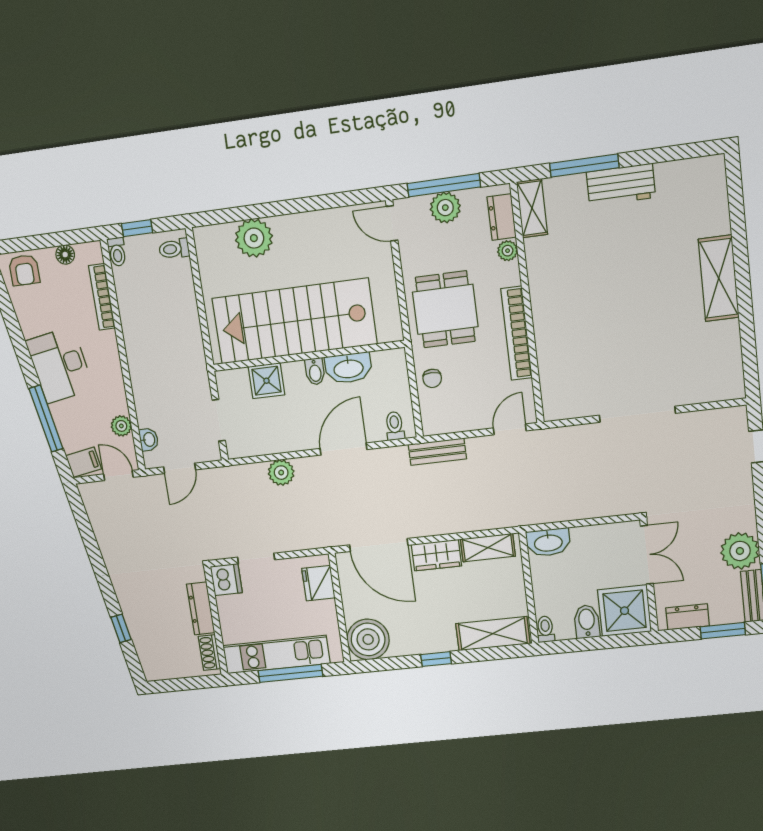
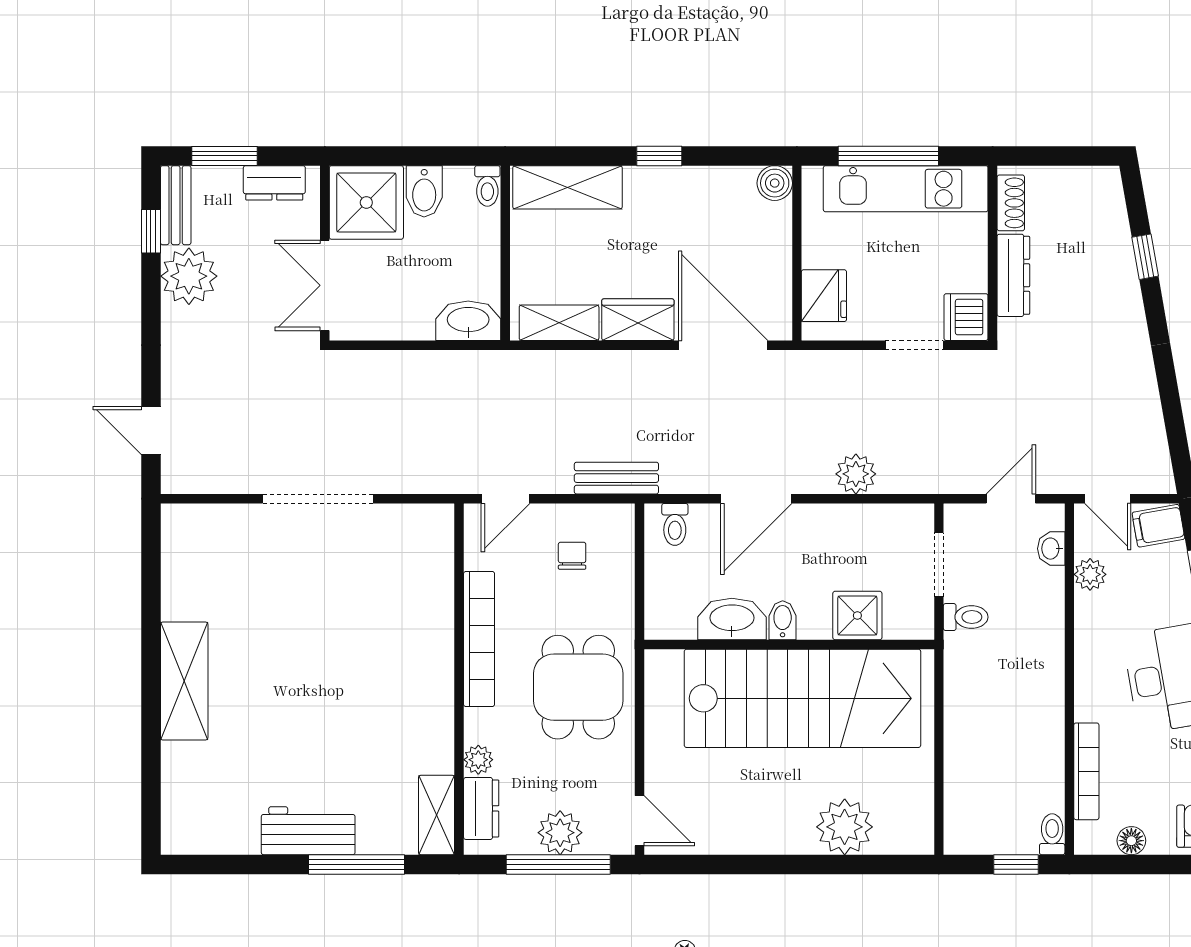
toilet: (174, 249) -> (966, 617), moved
chair: (432, 378) -> (572, 556), moved
boiler: (368, 639) -> (775, 183), width x0.54, depth x0.54

